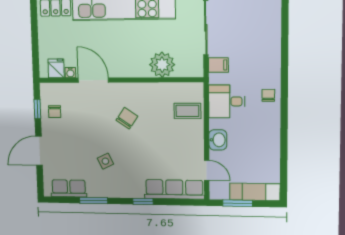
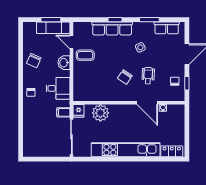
fridge: (56, 68) -> (79, 111), moved
coffee table: (187, 111) -> (85, 55), moved
wheelchair: (93, 120) -> (148, 76), added
chair: (264, 143) -> (34, 61), added
row of seats: (174, 189) -> (112, 28), moved
exam couch: (255, 192) -> (53, 28), moved

